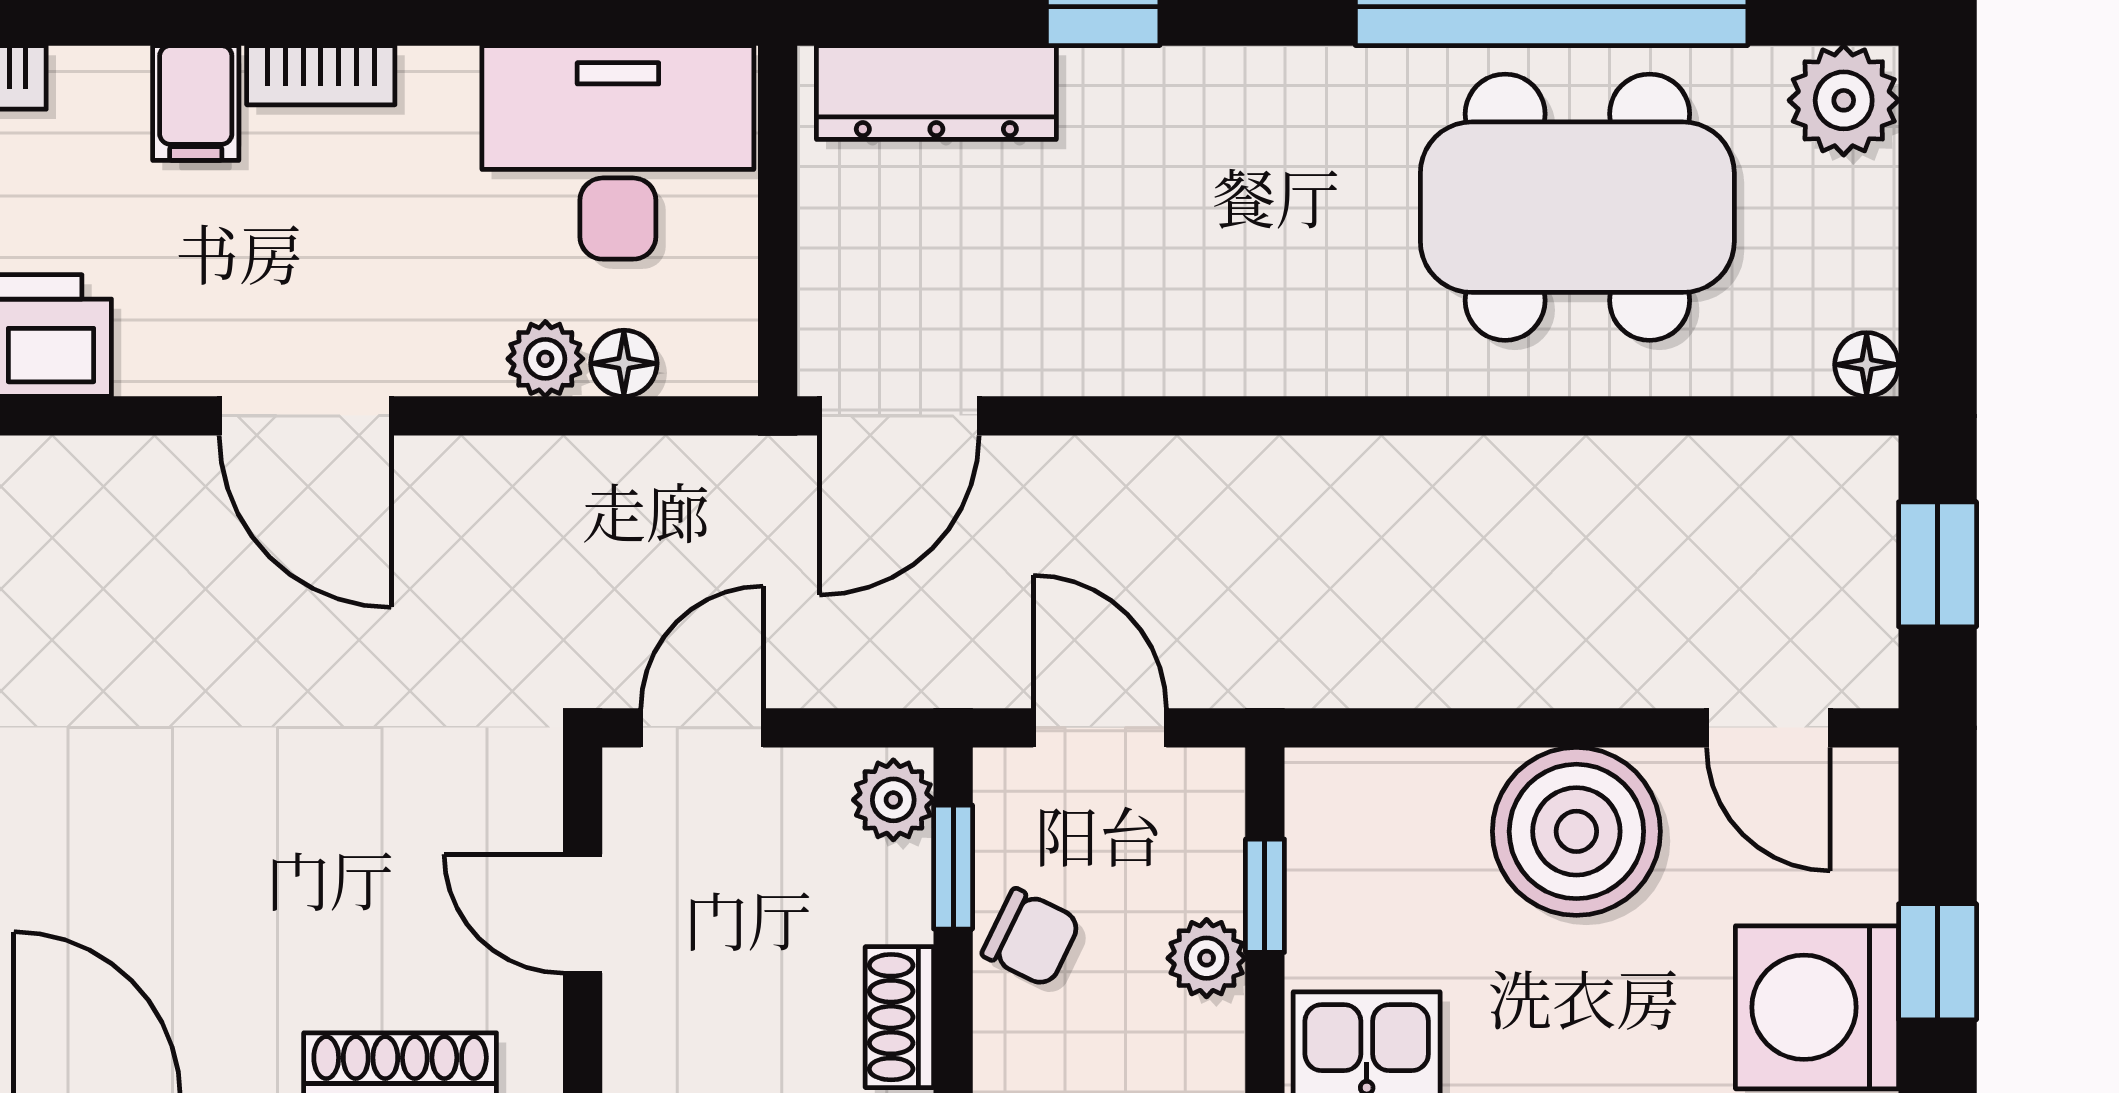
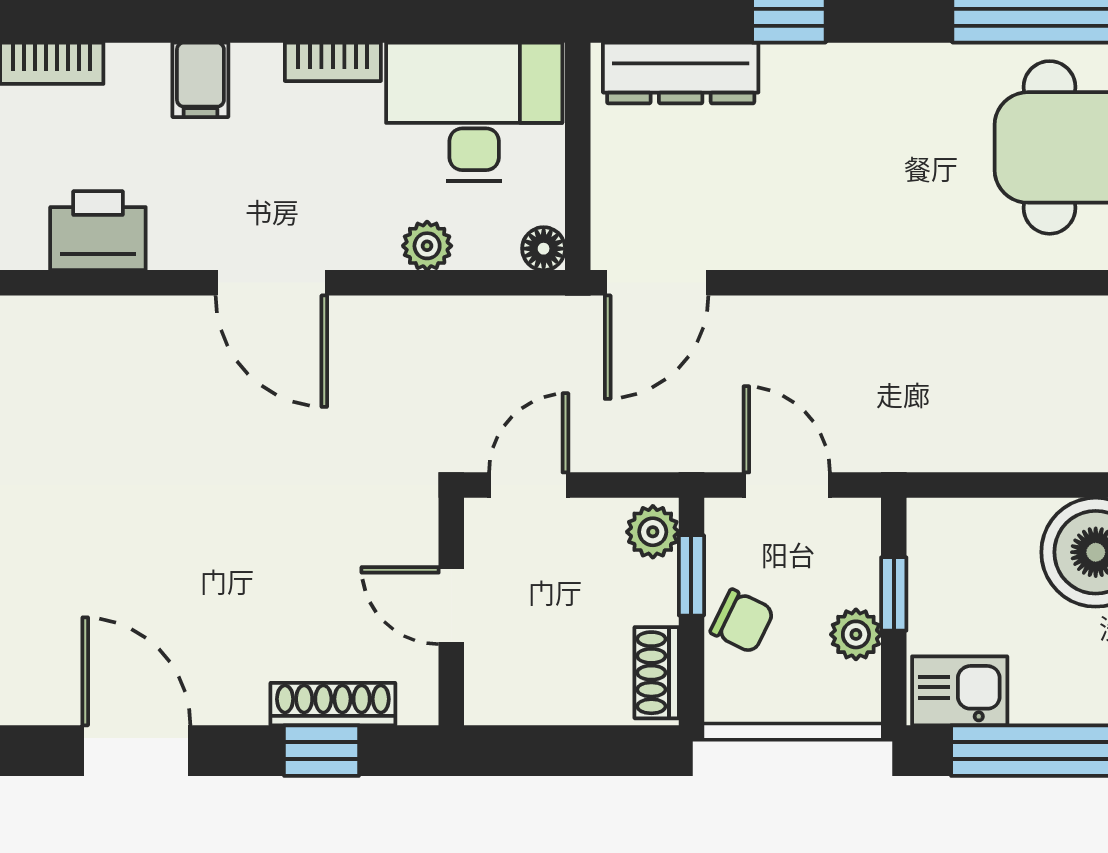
bookcase: (321, 75) -> (333, 62), moved
floor lamp: (624, 363) -> (544, 249), moved

